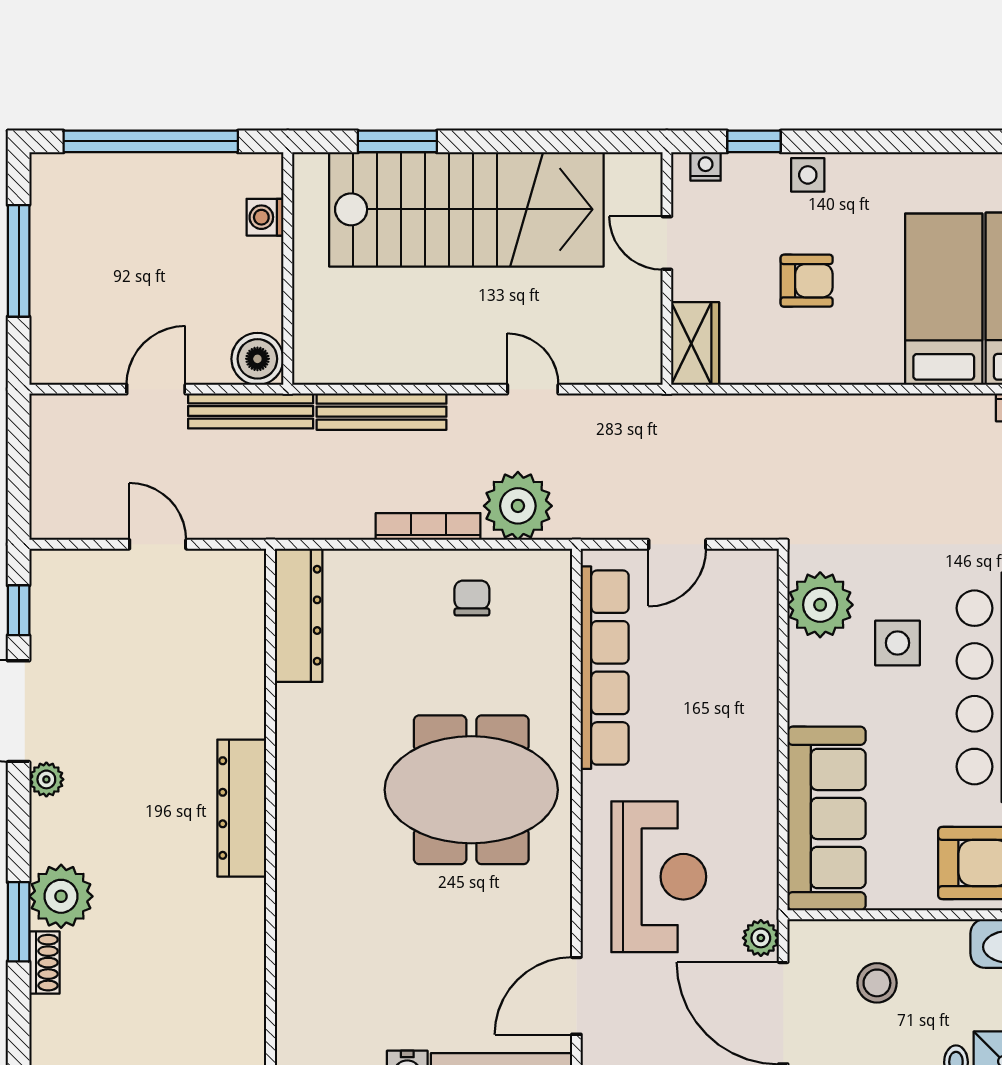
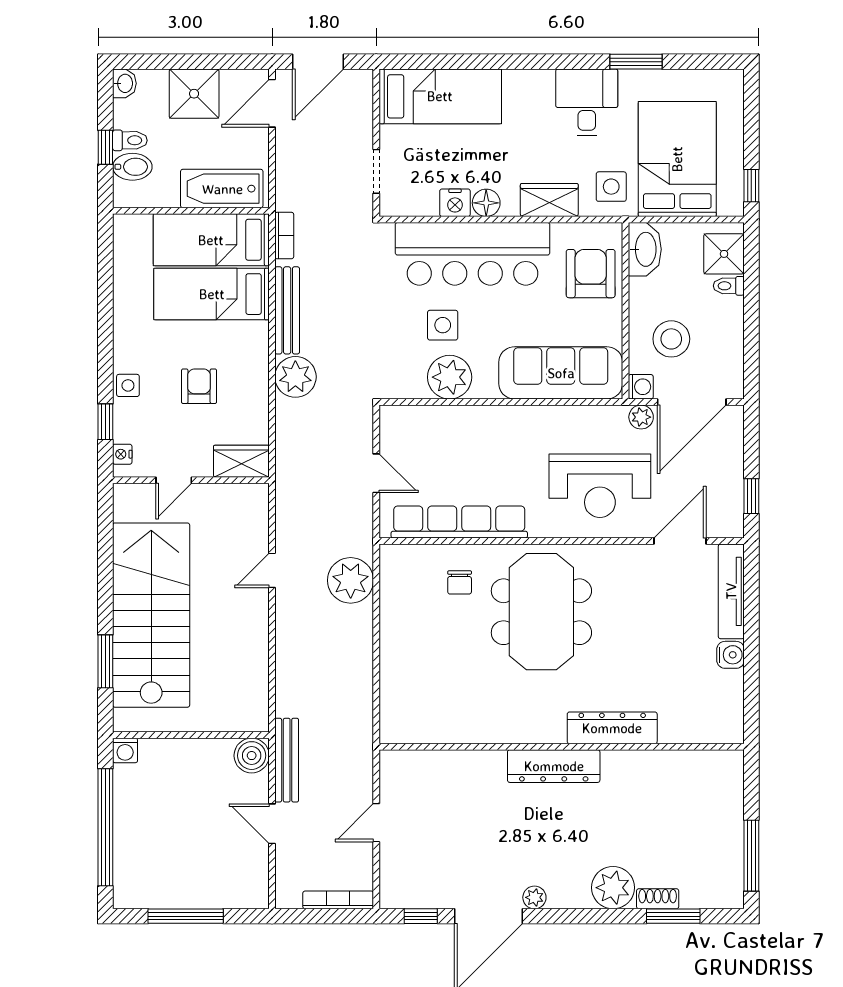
washing machine: (265, 217) -> (125, 750), moved
bench: (381, 412) -> (287, 310), moved
plant: (821, 424) -> (295, 377), added
bookcase: (428, 527) -> (338, 900), moved, turned 90
chair: (472, 598) -> (460, 582), moved, turned -90
plant: (820, 605) -> (450, 377), moved
dresser: (299, 615) -> (612, 728), moved
reception desk: (659, 877) -> (600, 486), turned 180
window: (19, 922) -> (673, 916), moved
washing machine: (806, 937) -> (641, 387), added
stool: (877, 983) -> (671, 339), width x1.38, depth x1.38
door: (576, 996) -> (680, 541), swing flipped

